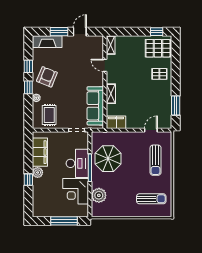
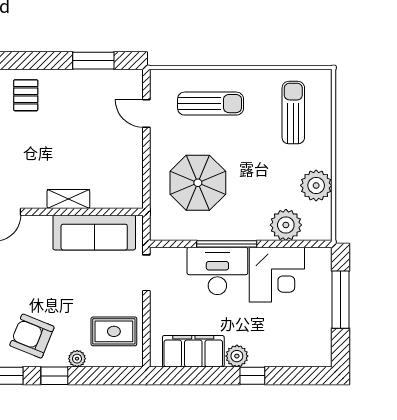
filing cabinet: (116, 122) -> (130, 188), removed
parasol: (108, 159) -> (198, 183), moved
plant: (117, 209) -> (316, 185), added

